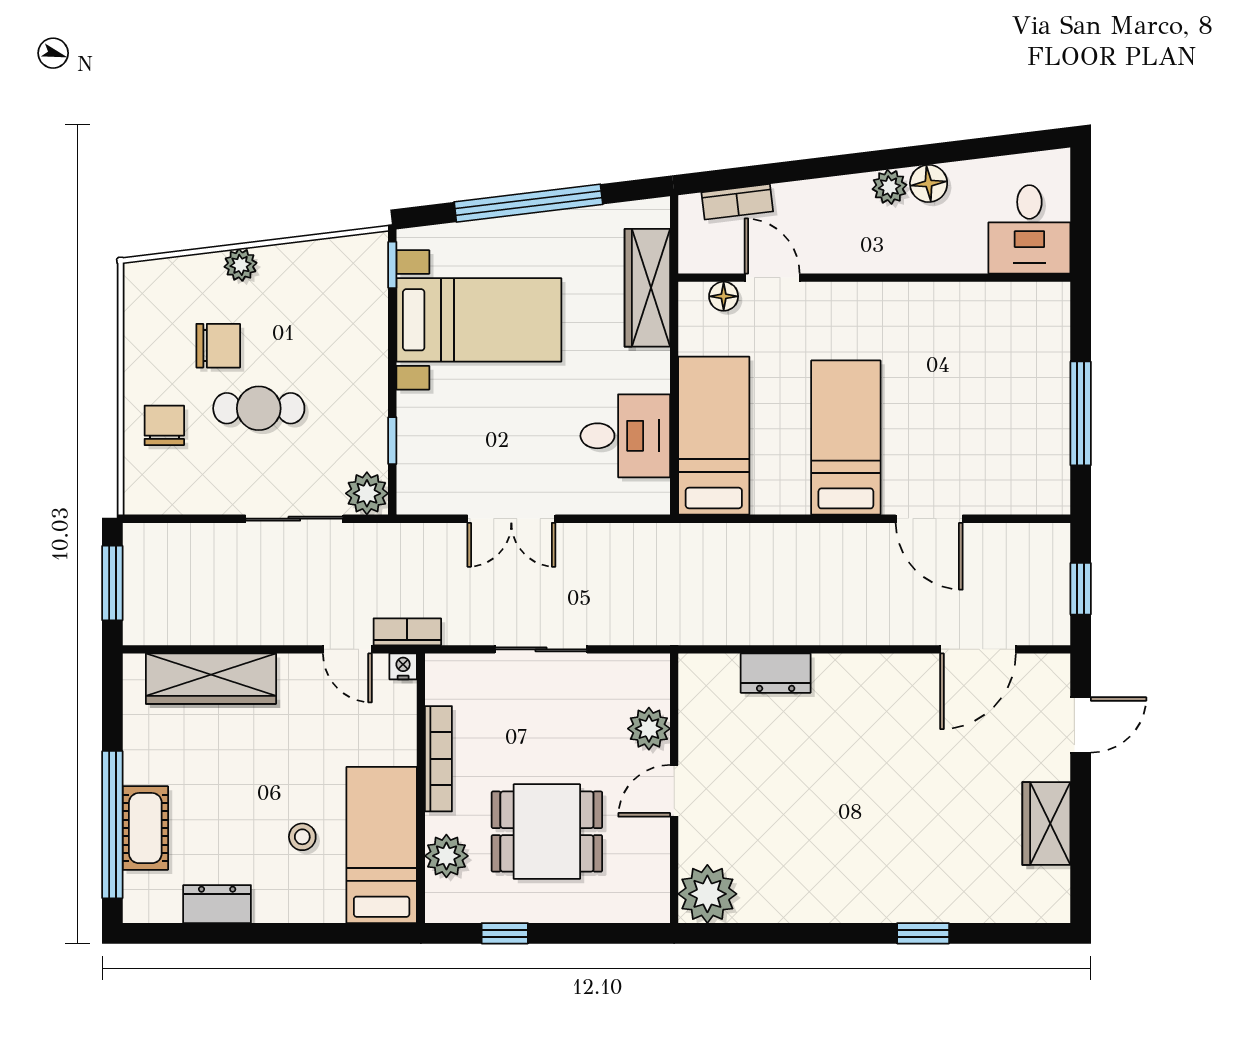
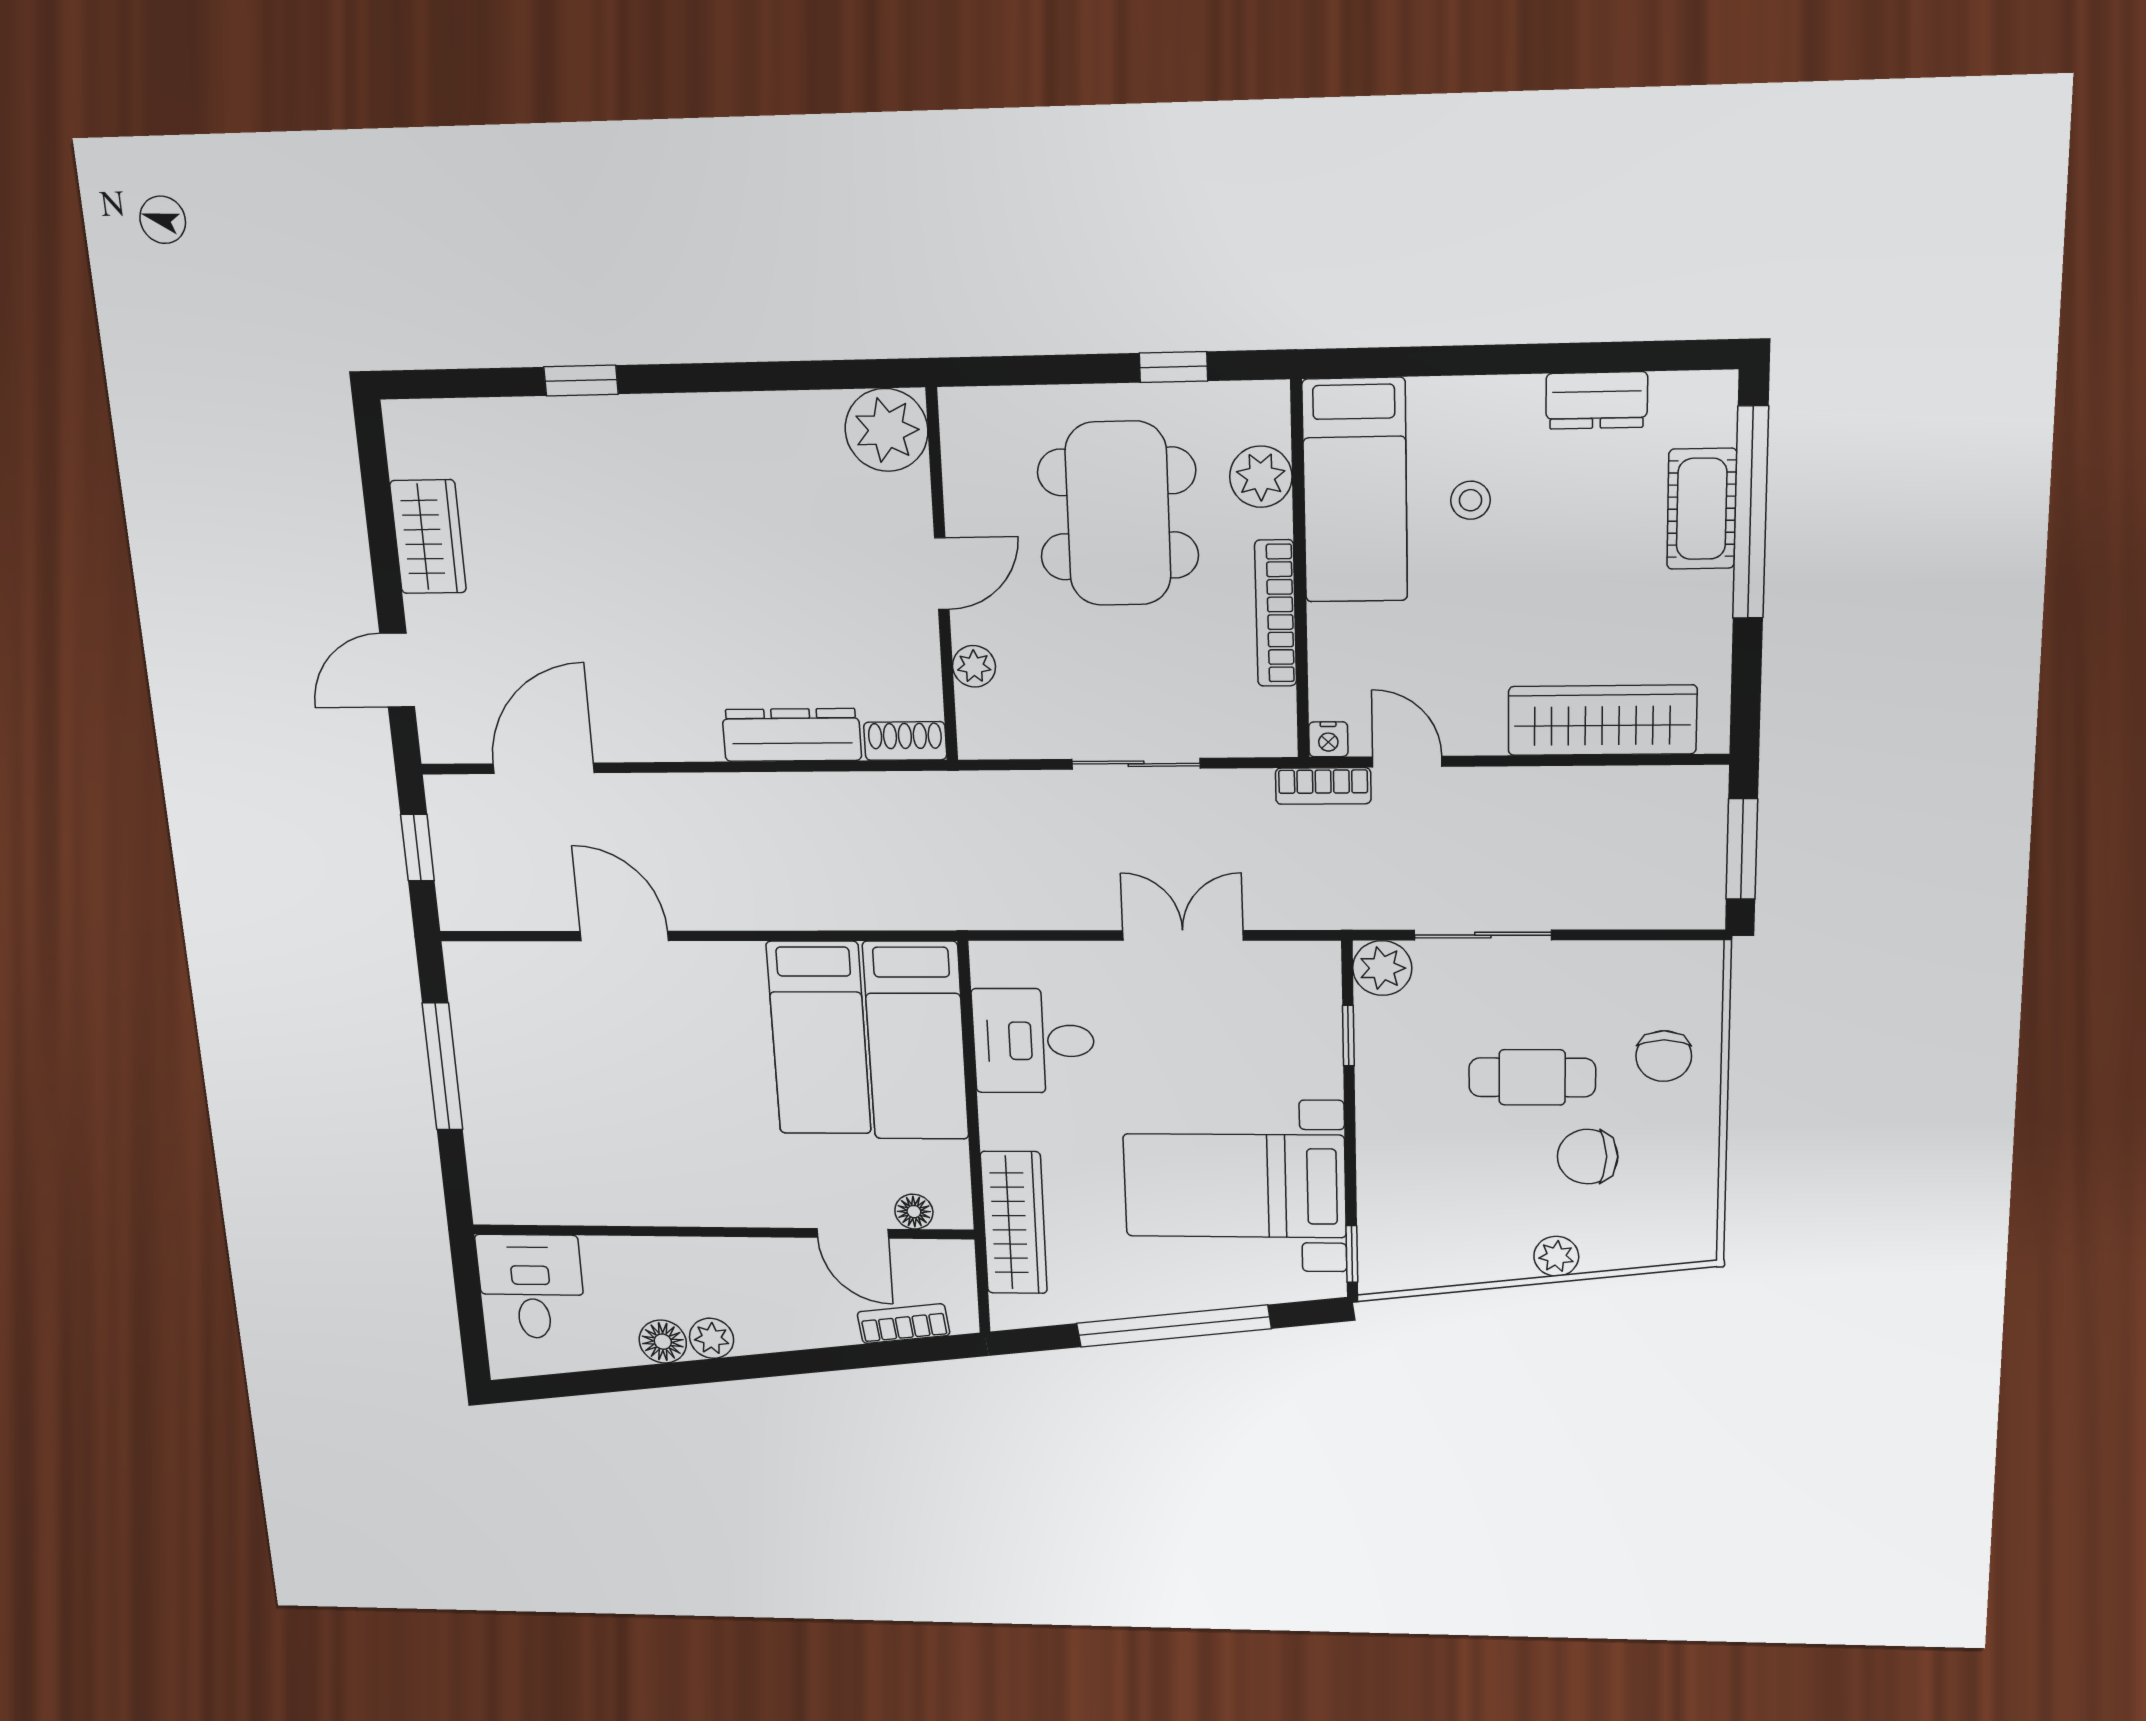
bed: (846, 437) -> (819, 1038), moved
shoe rack: (708, 668) -> (905, 741), added
dresser: (776, 673) -> (792, 735), width x1.44
plant: (649, 729) -> (974, 666), width x0.73, depth x0.73
dining table: (547, 832) -> (1118, 514), width x1.38

